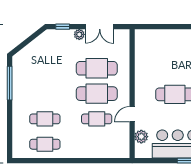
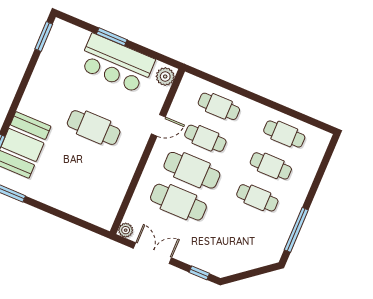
plant: (79, 34) -> (126, 230), moved
cafe table: (45, 94) -> (257, 198), added
plant: (141, 137) -> (165, 76), moved
cafe table: (97, 144) -> (219, 106), added

